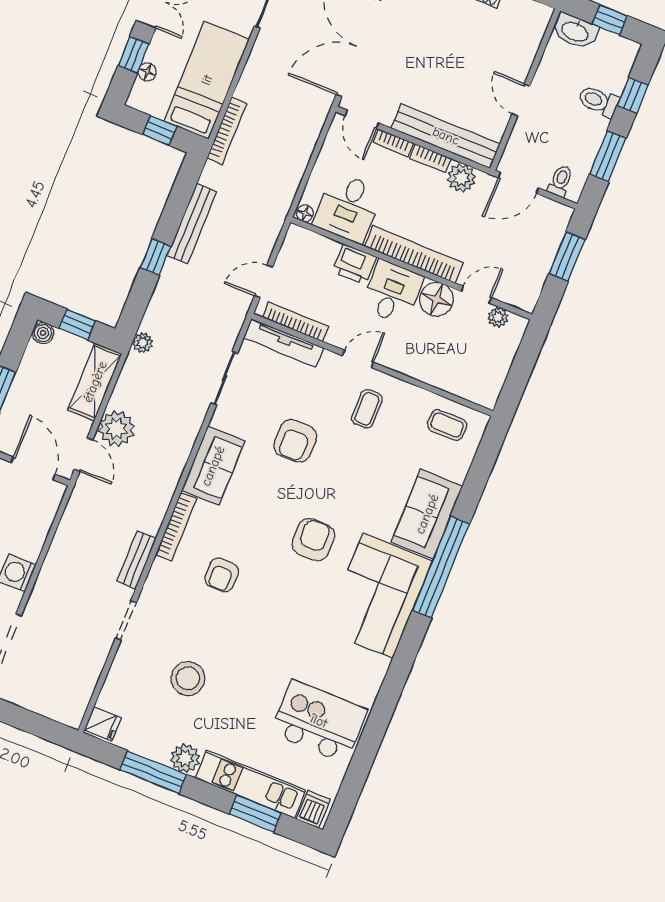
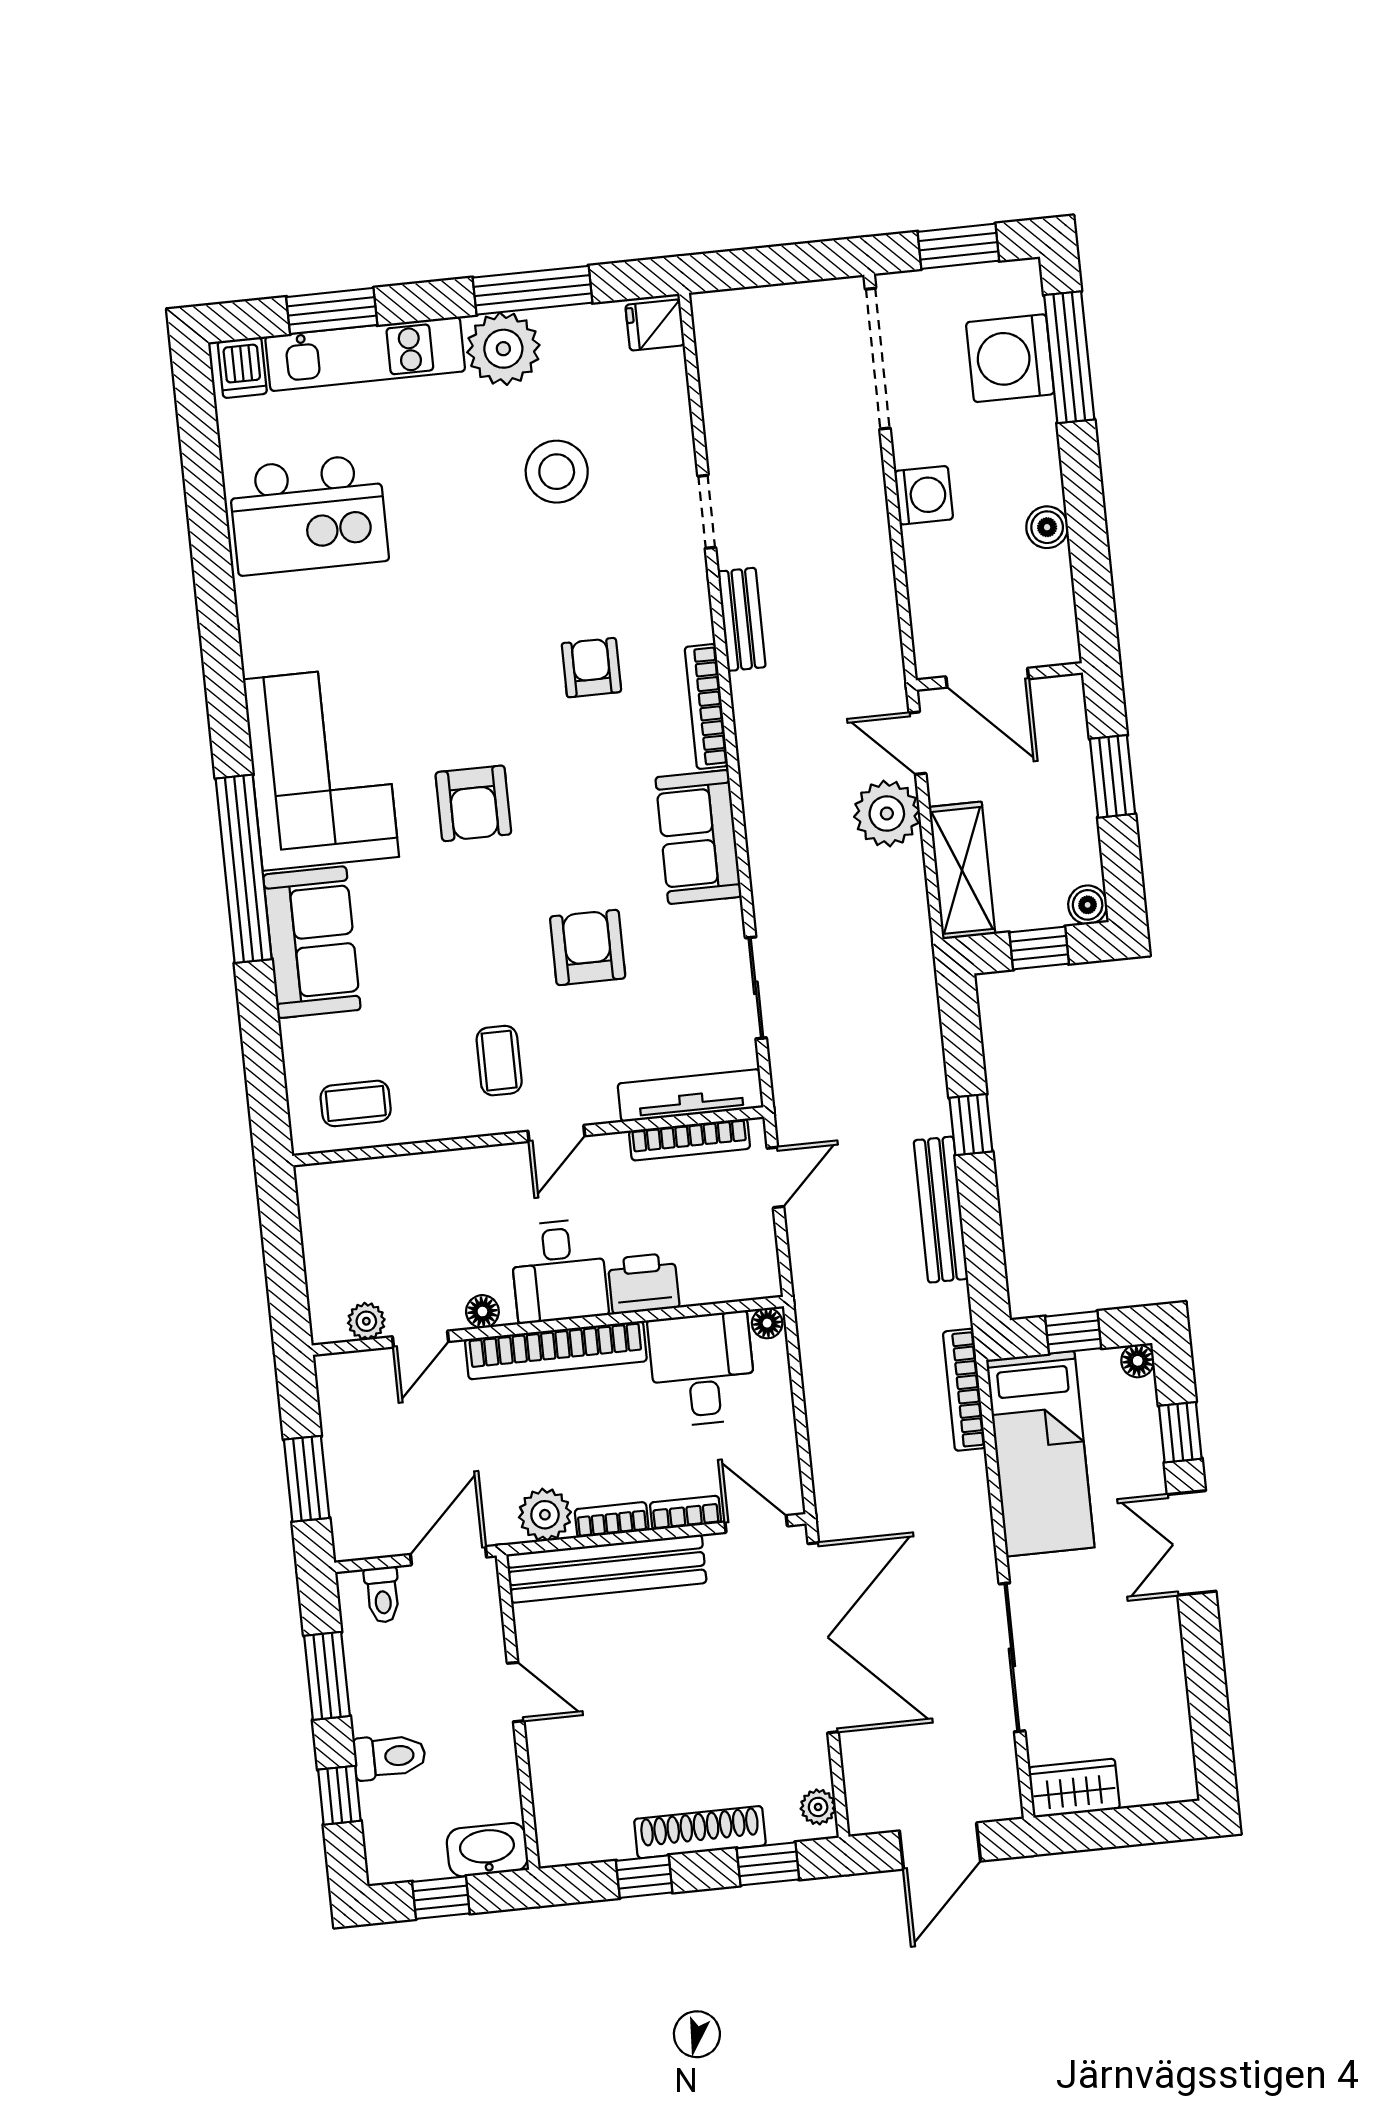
floor lamp: (147, 72) -> (1138, 1361), moved
floor lamp: (436, 299) -> (482, 1312), width x0.53, depth x0.53
plant: (143, 343) -> (918, 975), removed
plant: (185, 758) -> (503, 349), width x1.36, depth x1.36

